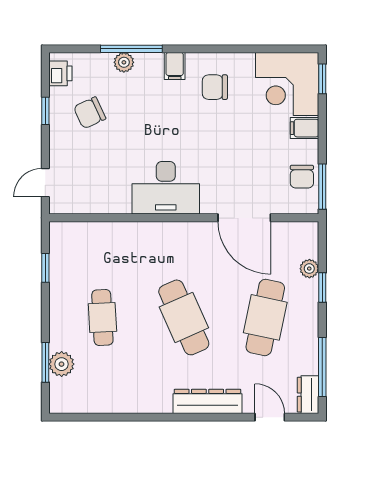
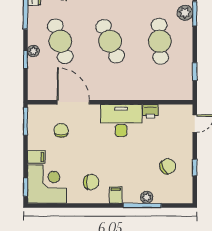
printer: (60, 73) -> (151, 111), moved, turned -90
chair: (302, 177) -> (61, 130), moved
plant: (309, 269) -> (33, 51), moved
cafe table: (102, 317) -> (160, 41), width x1.37, depth x1.35
cafe table: (265, 317) -> (60, 41), turned -30

